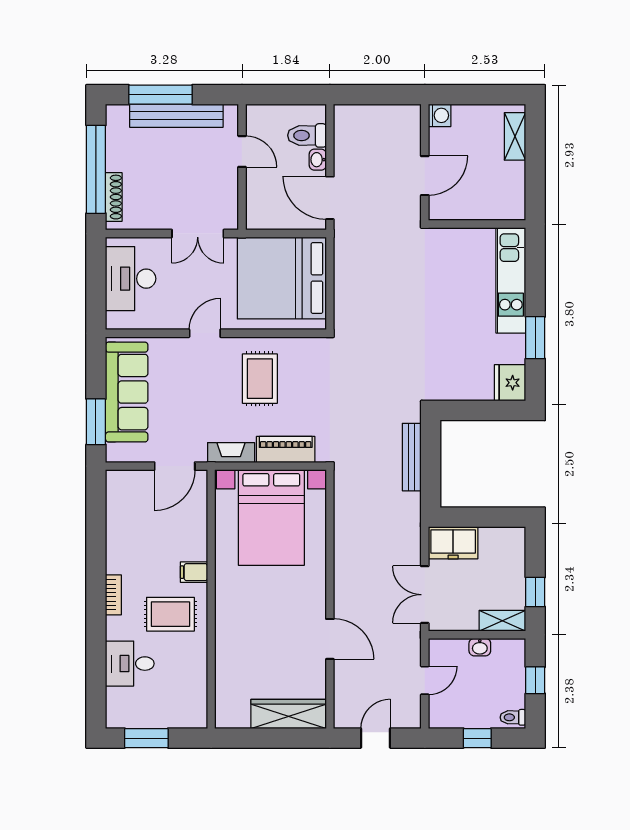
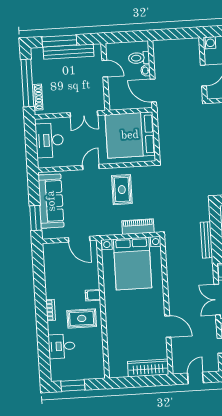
fireplace: (231, 453) -> (109, 230), removed
bench: (412, 457) -> (206, 240), moved
door: (175, 466) -> (79, 239), hinge flipped

